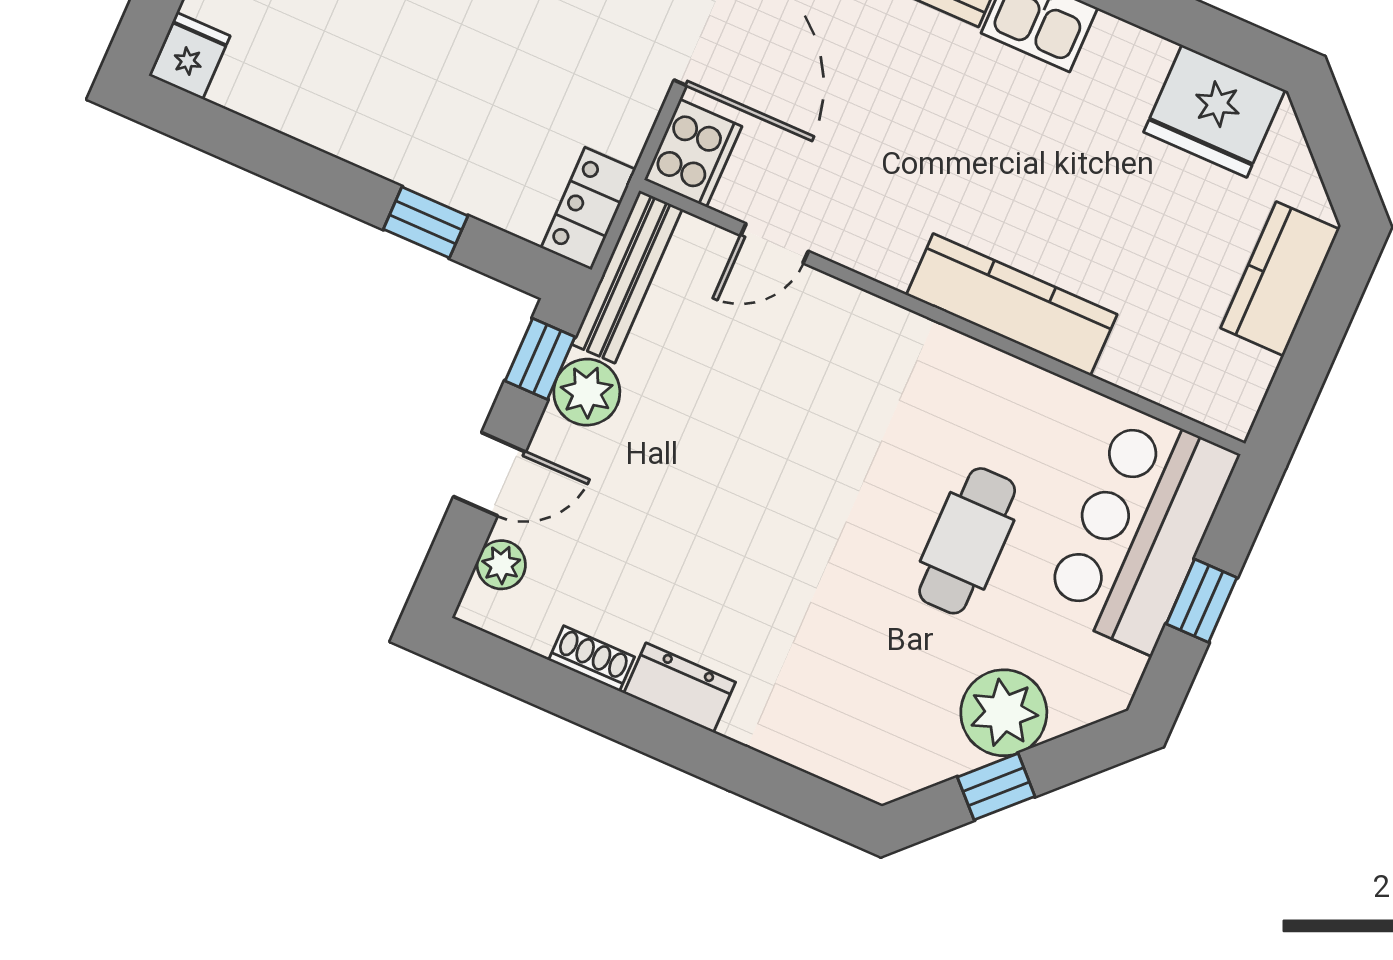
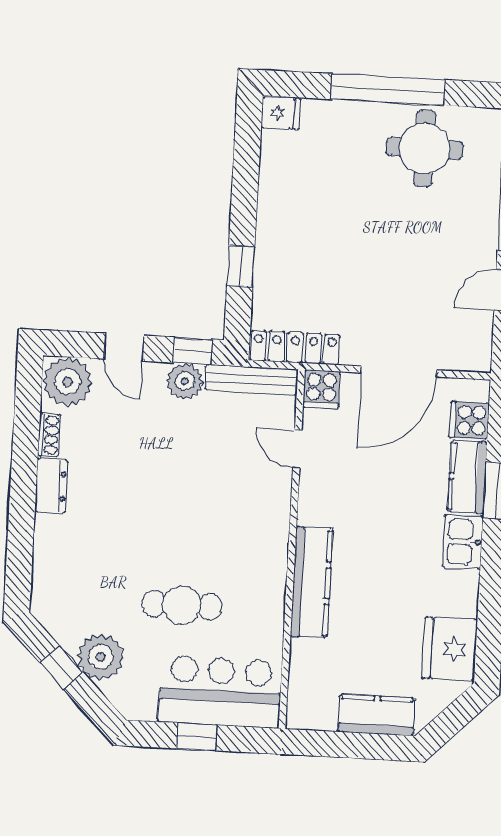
cooker: (693, 153) -> (321, 389), width x0.73
locker: (588, 209) -> (295, 347), width x1.53
plant: (501, 565) -> (67, 382), width x1.88, depth x1.88

